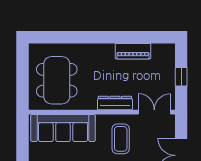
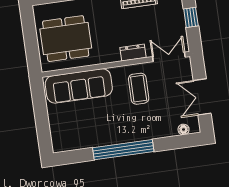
dining table: (57, 80) -> (66, 39), turned 90
dresser: (115, 103) -> (133, 53), width x0.70

